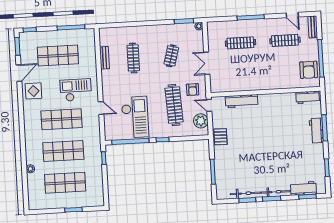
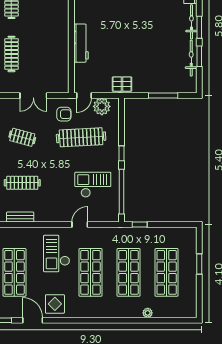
workbench: (242, 101) -> (81, 43), moved
checkout: (135, 117) -> (93, 185), width x0.73, depth x0.83

